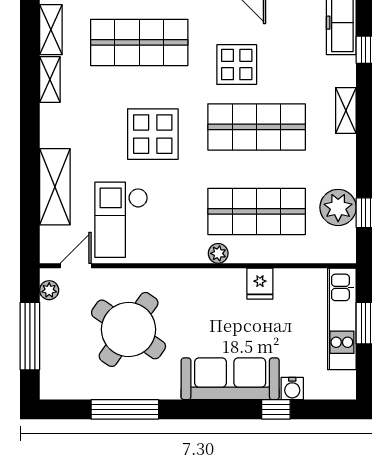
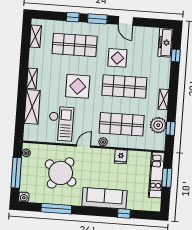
shelving: (50, 79) -> (32, 79), moved
shelving: (346, 110) -> (164, 99), moved
checkout: (121, 220) -> (61, 124), turned 180
door: (76, 266) -> (84, 146), moved
water cooler: (292, 389) -> (24, 197), moved

